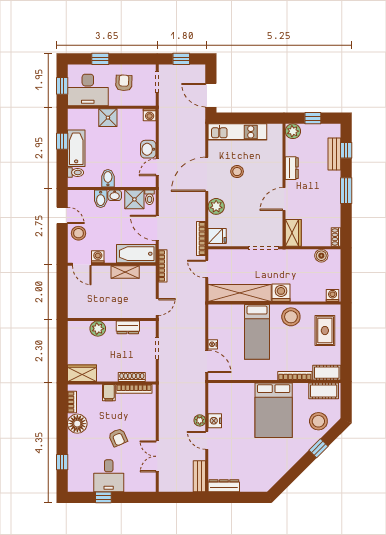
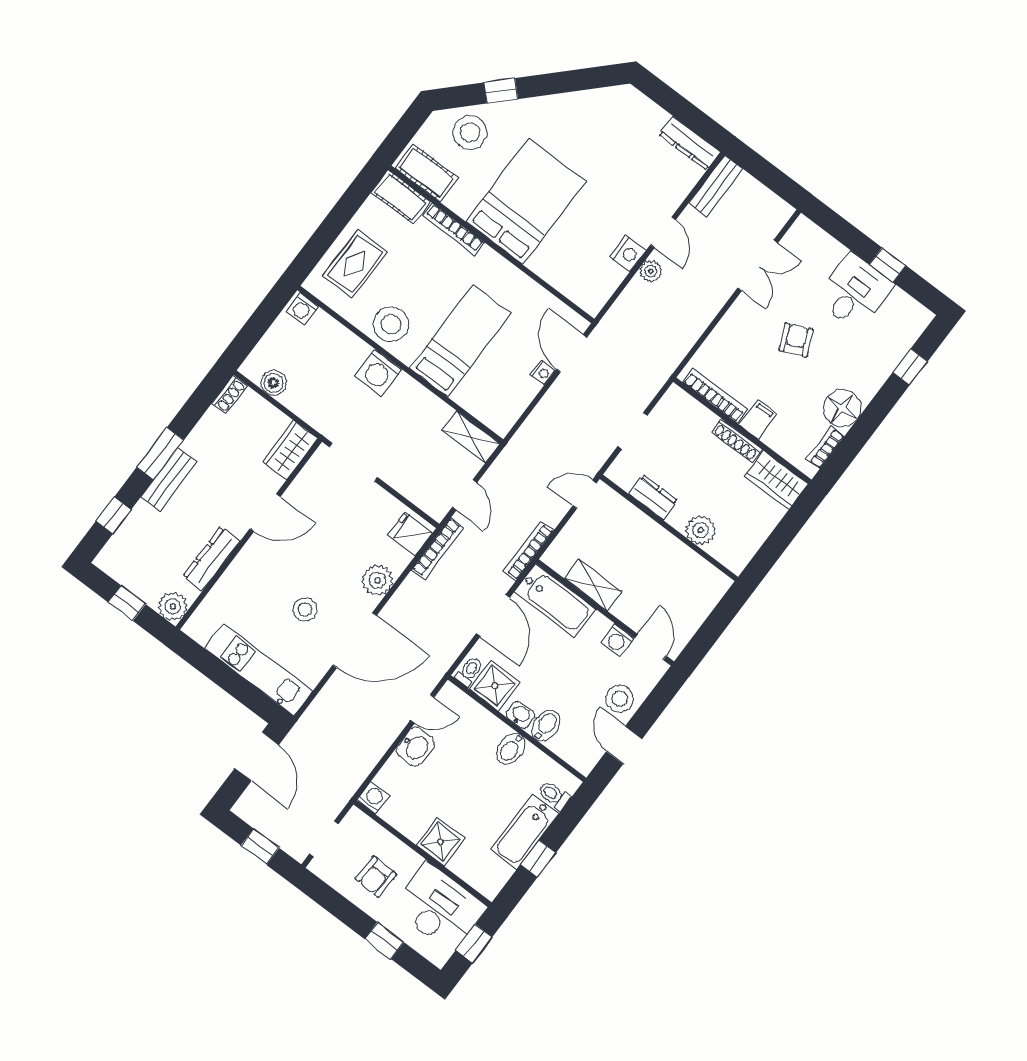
bench: (334, 154) -> (169, 479), moved
dresser: (292, 168) -> (211, 559), width x1.44
shelving: (240, 293) -> (471, 437), width x0.45, depth x0.75
shoe rack: (132, 377) -> (737, 441), moved

